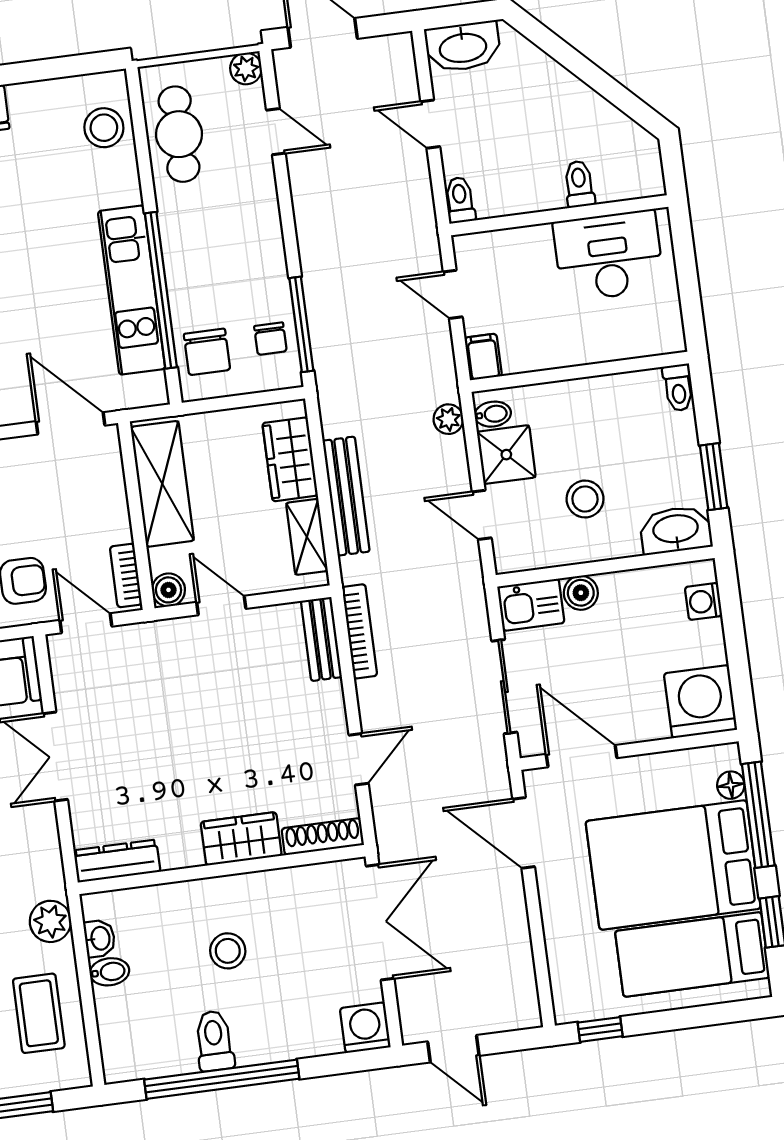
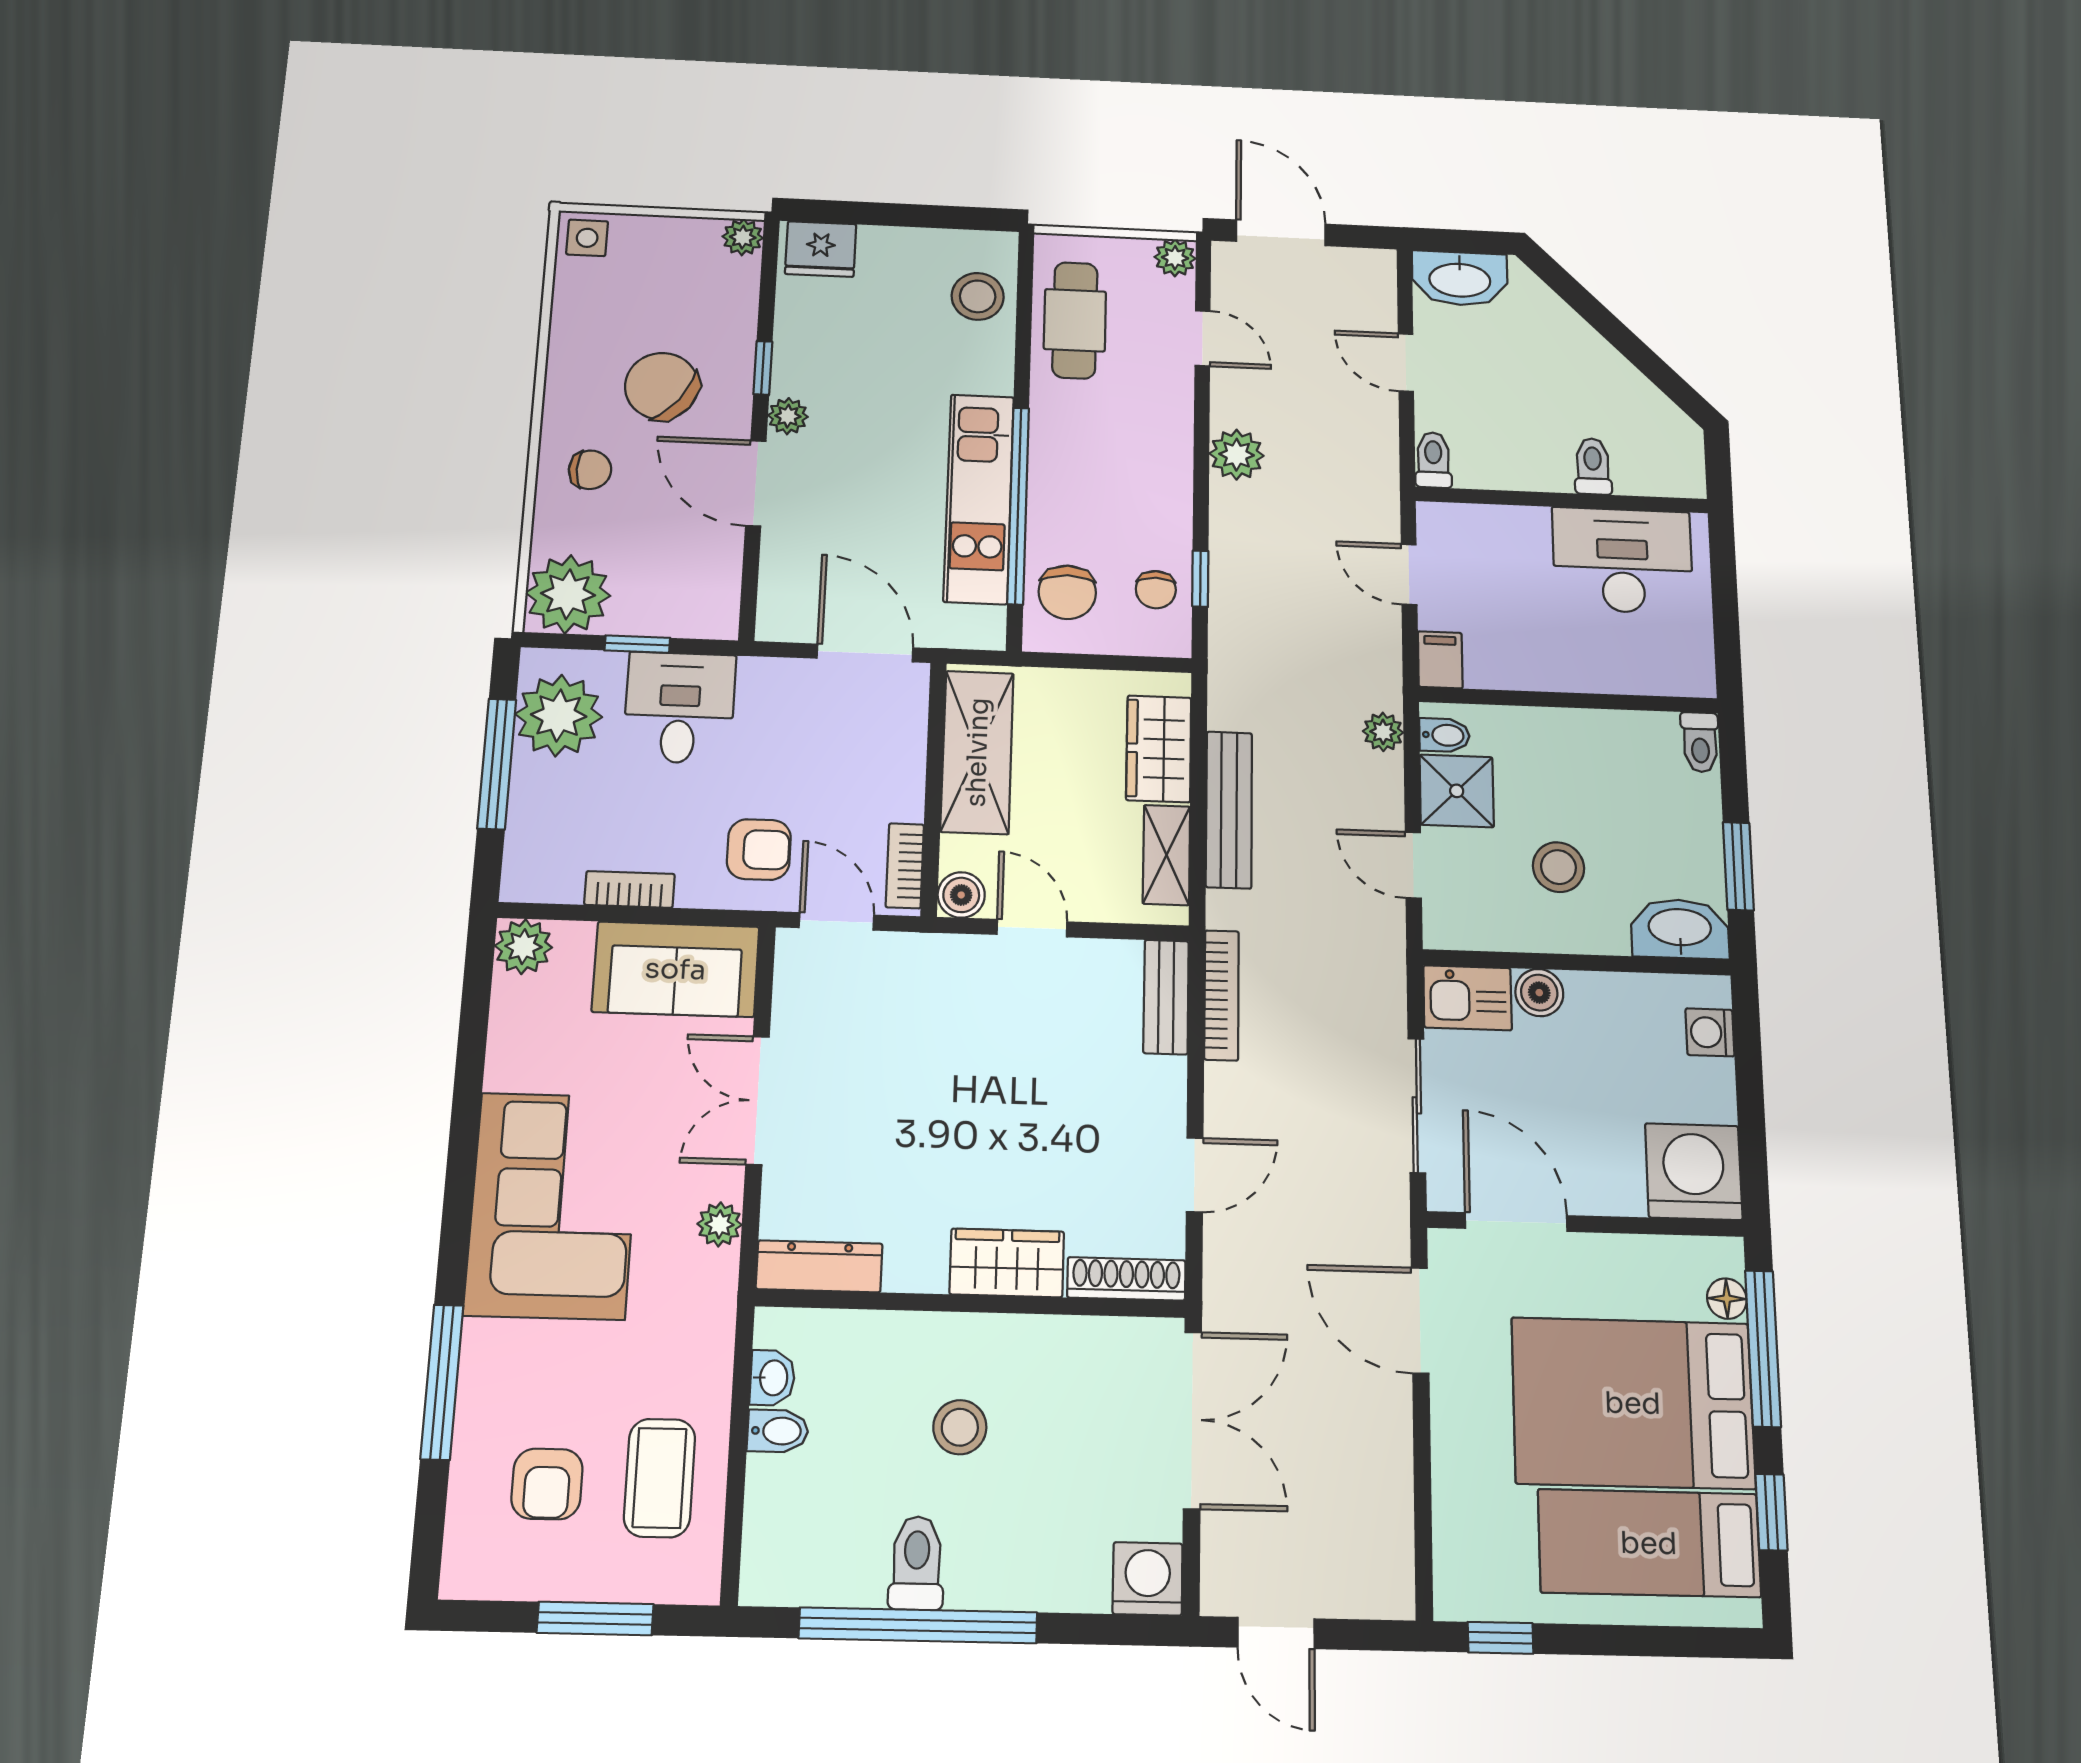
plant: (314, 222) -> (1237, 455), added
window: (301, 324) -> (1200, 579), width x0.46
plant: (50, 921) -> (720, 1224), moved, width x0.73, depth x0.73

